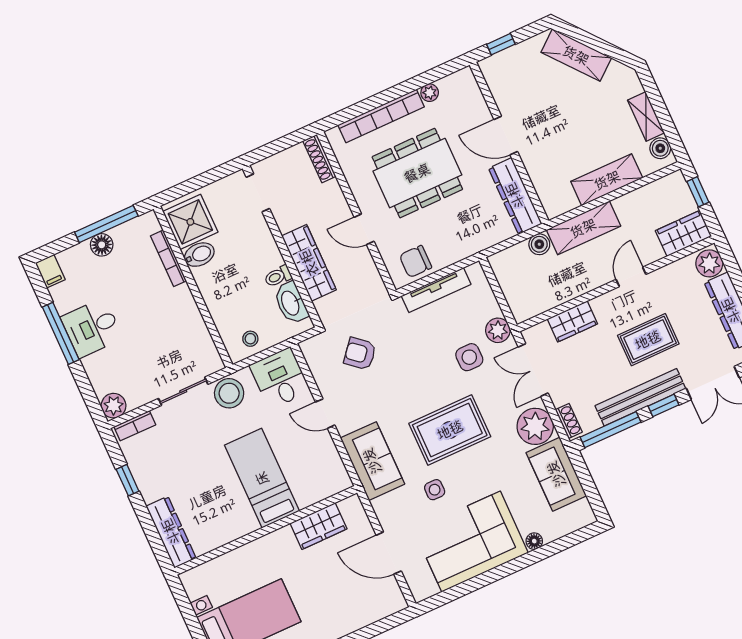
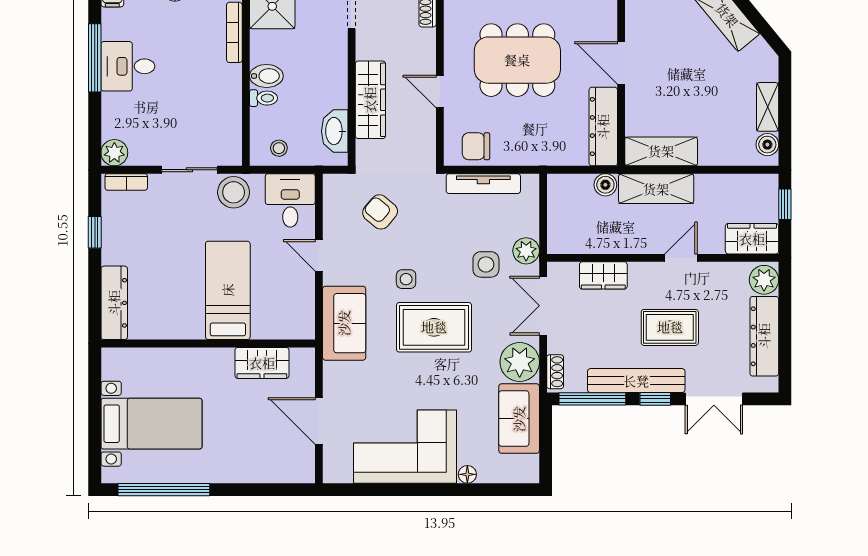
shelving: (607, 180) -> (661, 151), moved
bidet: (199, 255) -> (266, 76), moved
toilet: (278, 276) -> (263, 98), moved, turned 180
side table: (435, 490) -> (406, 279), moved

